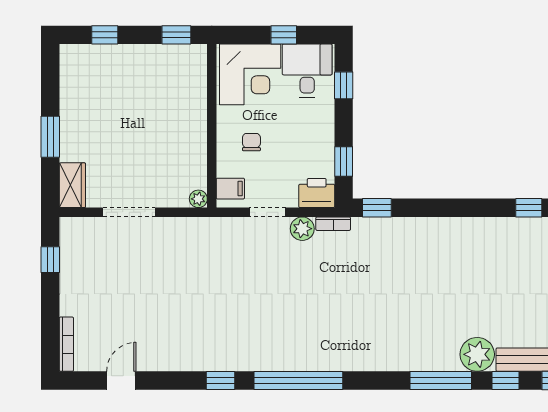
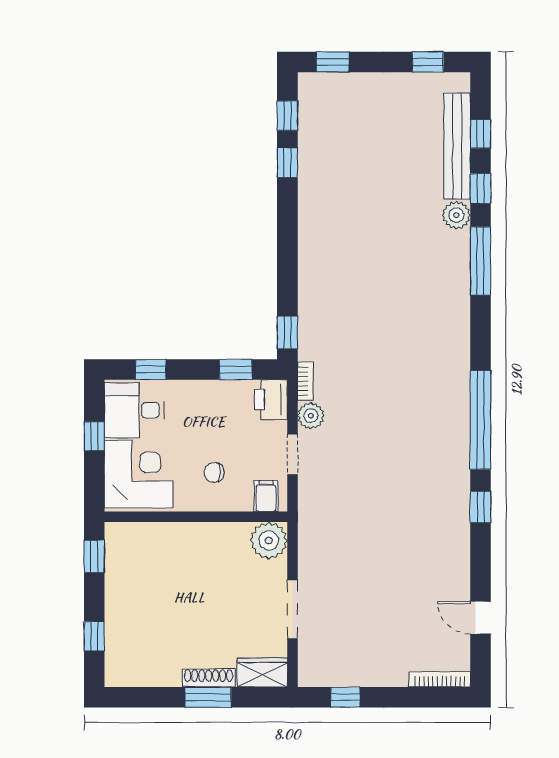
shoe rack: (67, 137) -> (209, 678), added
plant: (198, 199) -> (269, 541), width x1.88, depth x1.88
plant: (477, 354) -> (456, 215), width x0.73, depth x0.73

